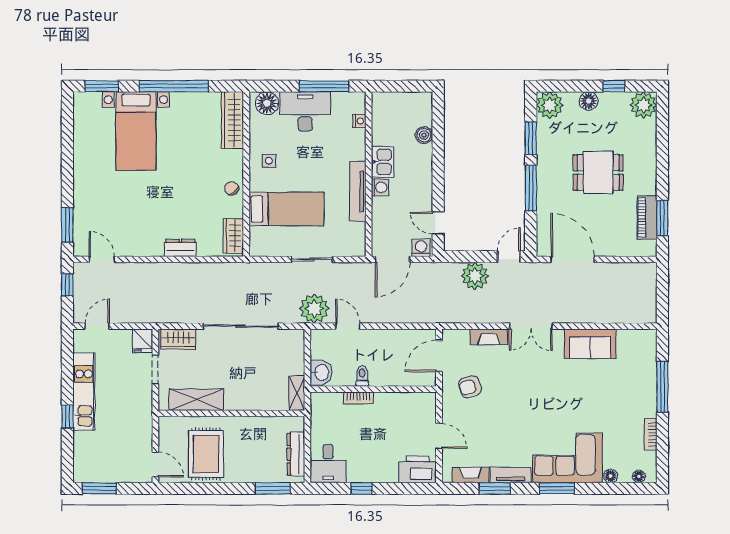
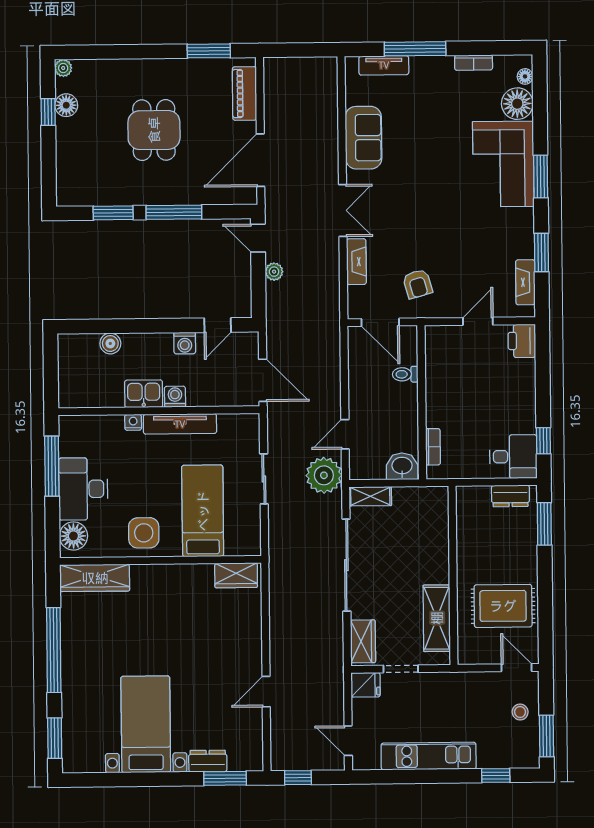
floor lamp: (589, 101) -> (66, 105), moved
plant: (550, 105) -> (72, 190), removed
plant: (643, 105) -> (63, 68), width x0.53, depth x0.53
nightstand: (359, 121) -> (133, 422), moved
bed with nightstands: (136, 131) -> (146, 724), moved, turned -90
side table: (269, 161) -> (144, 533), width x1.87, depth x1.87
chair: (232, 188) -> (178, 578), removed
piano: (647, 217) -> (244, 93), moved, turned 90
dresser: (180, 248) -> (208, 761), moved, turned 90
washing machine: (421, 248) -> (185, 343), moved, turned -90
door: (102, 259) -> (266, 692), moved
plant: (475, 276) -> (274, 272), width x0.53, depth x0.53
toilet: (362, 376) -> (405, 374), moved
shelving: (297, 393) -> (370, 496), moved
bookcase: (358, 398) -> (433, 447), moved
window: (67, 416) -> (496, 776), moved
dresser: (296, 454) -> (510, 496), width x0.70
door: (155, 464) -> (516, 668), hinge flipped
stool: (119, 467) -> (520, 712), added
printer: (418, 469) -> (522, 341), width x0.73, depth x0.84
tv unit: (511, 475) -> (384, 65), moved, turned -90
floor lamp: (611, 476) -> (517, 104), width x1.89, depth x1.89
window: (361, 488) -> (543, 441), moved

